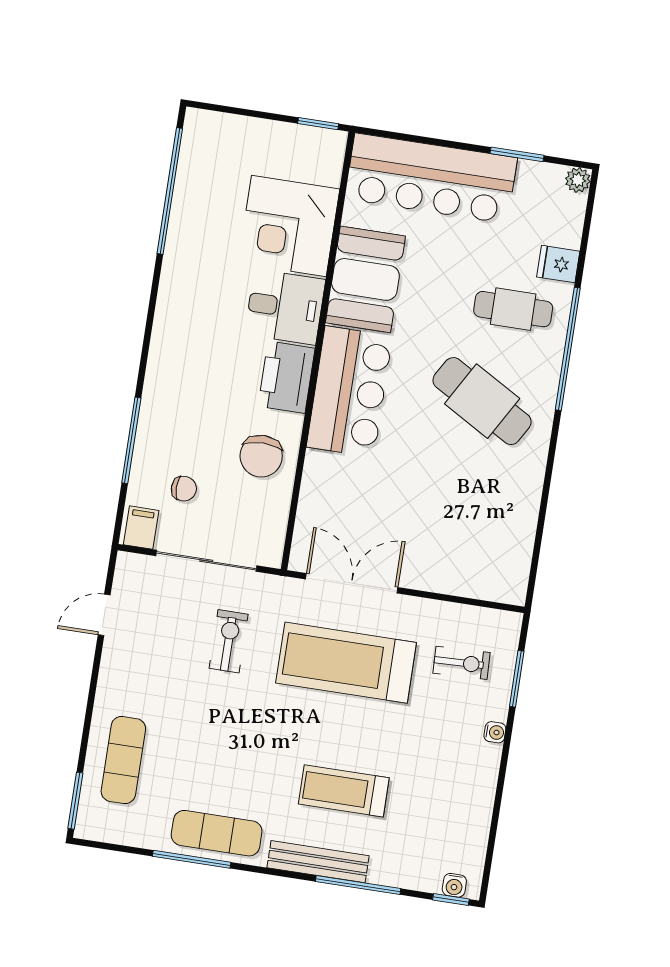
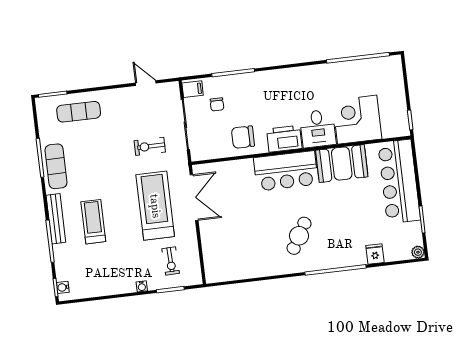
cafe table: (513, 309) -> (347, 238), removed
cafe table: (482, 401) -> (299, 236), width x0.73, depth x0.74
exercise bike: (229, 641) -> (150, 146), turned 180

